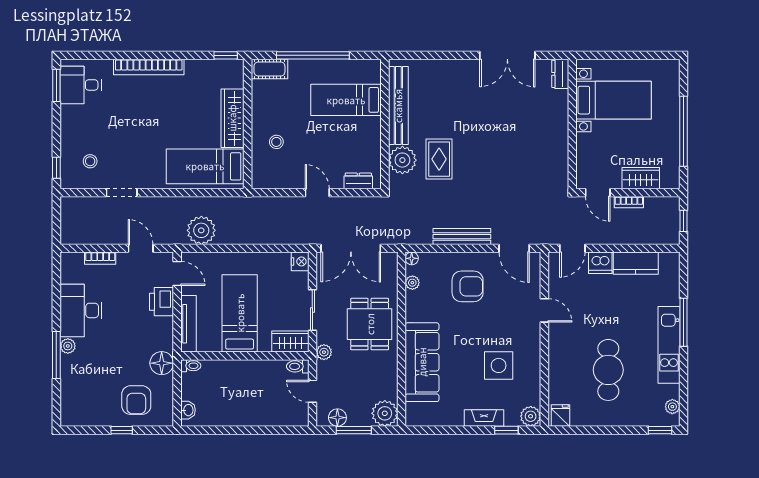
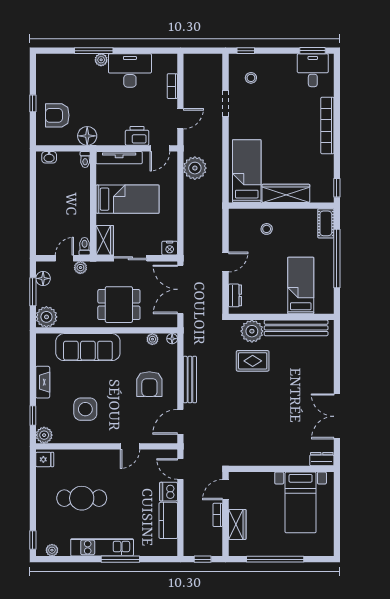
plant: (324, 352) -> (80, 268), moved
fireplace: (484, 418) -> (43, 382), moved

